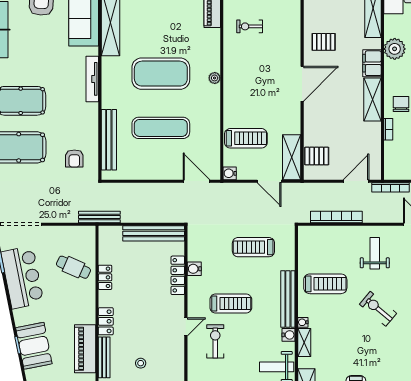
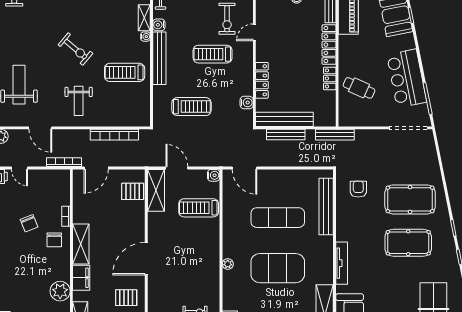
bench: (152, 217) -> (286, 135), added
water cooler: (194, 269) -> (247, 102), moved
locker: (106, 321) -> (329, 45), width x1.53

